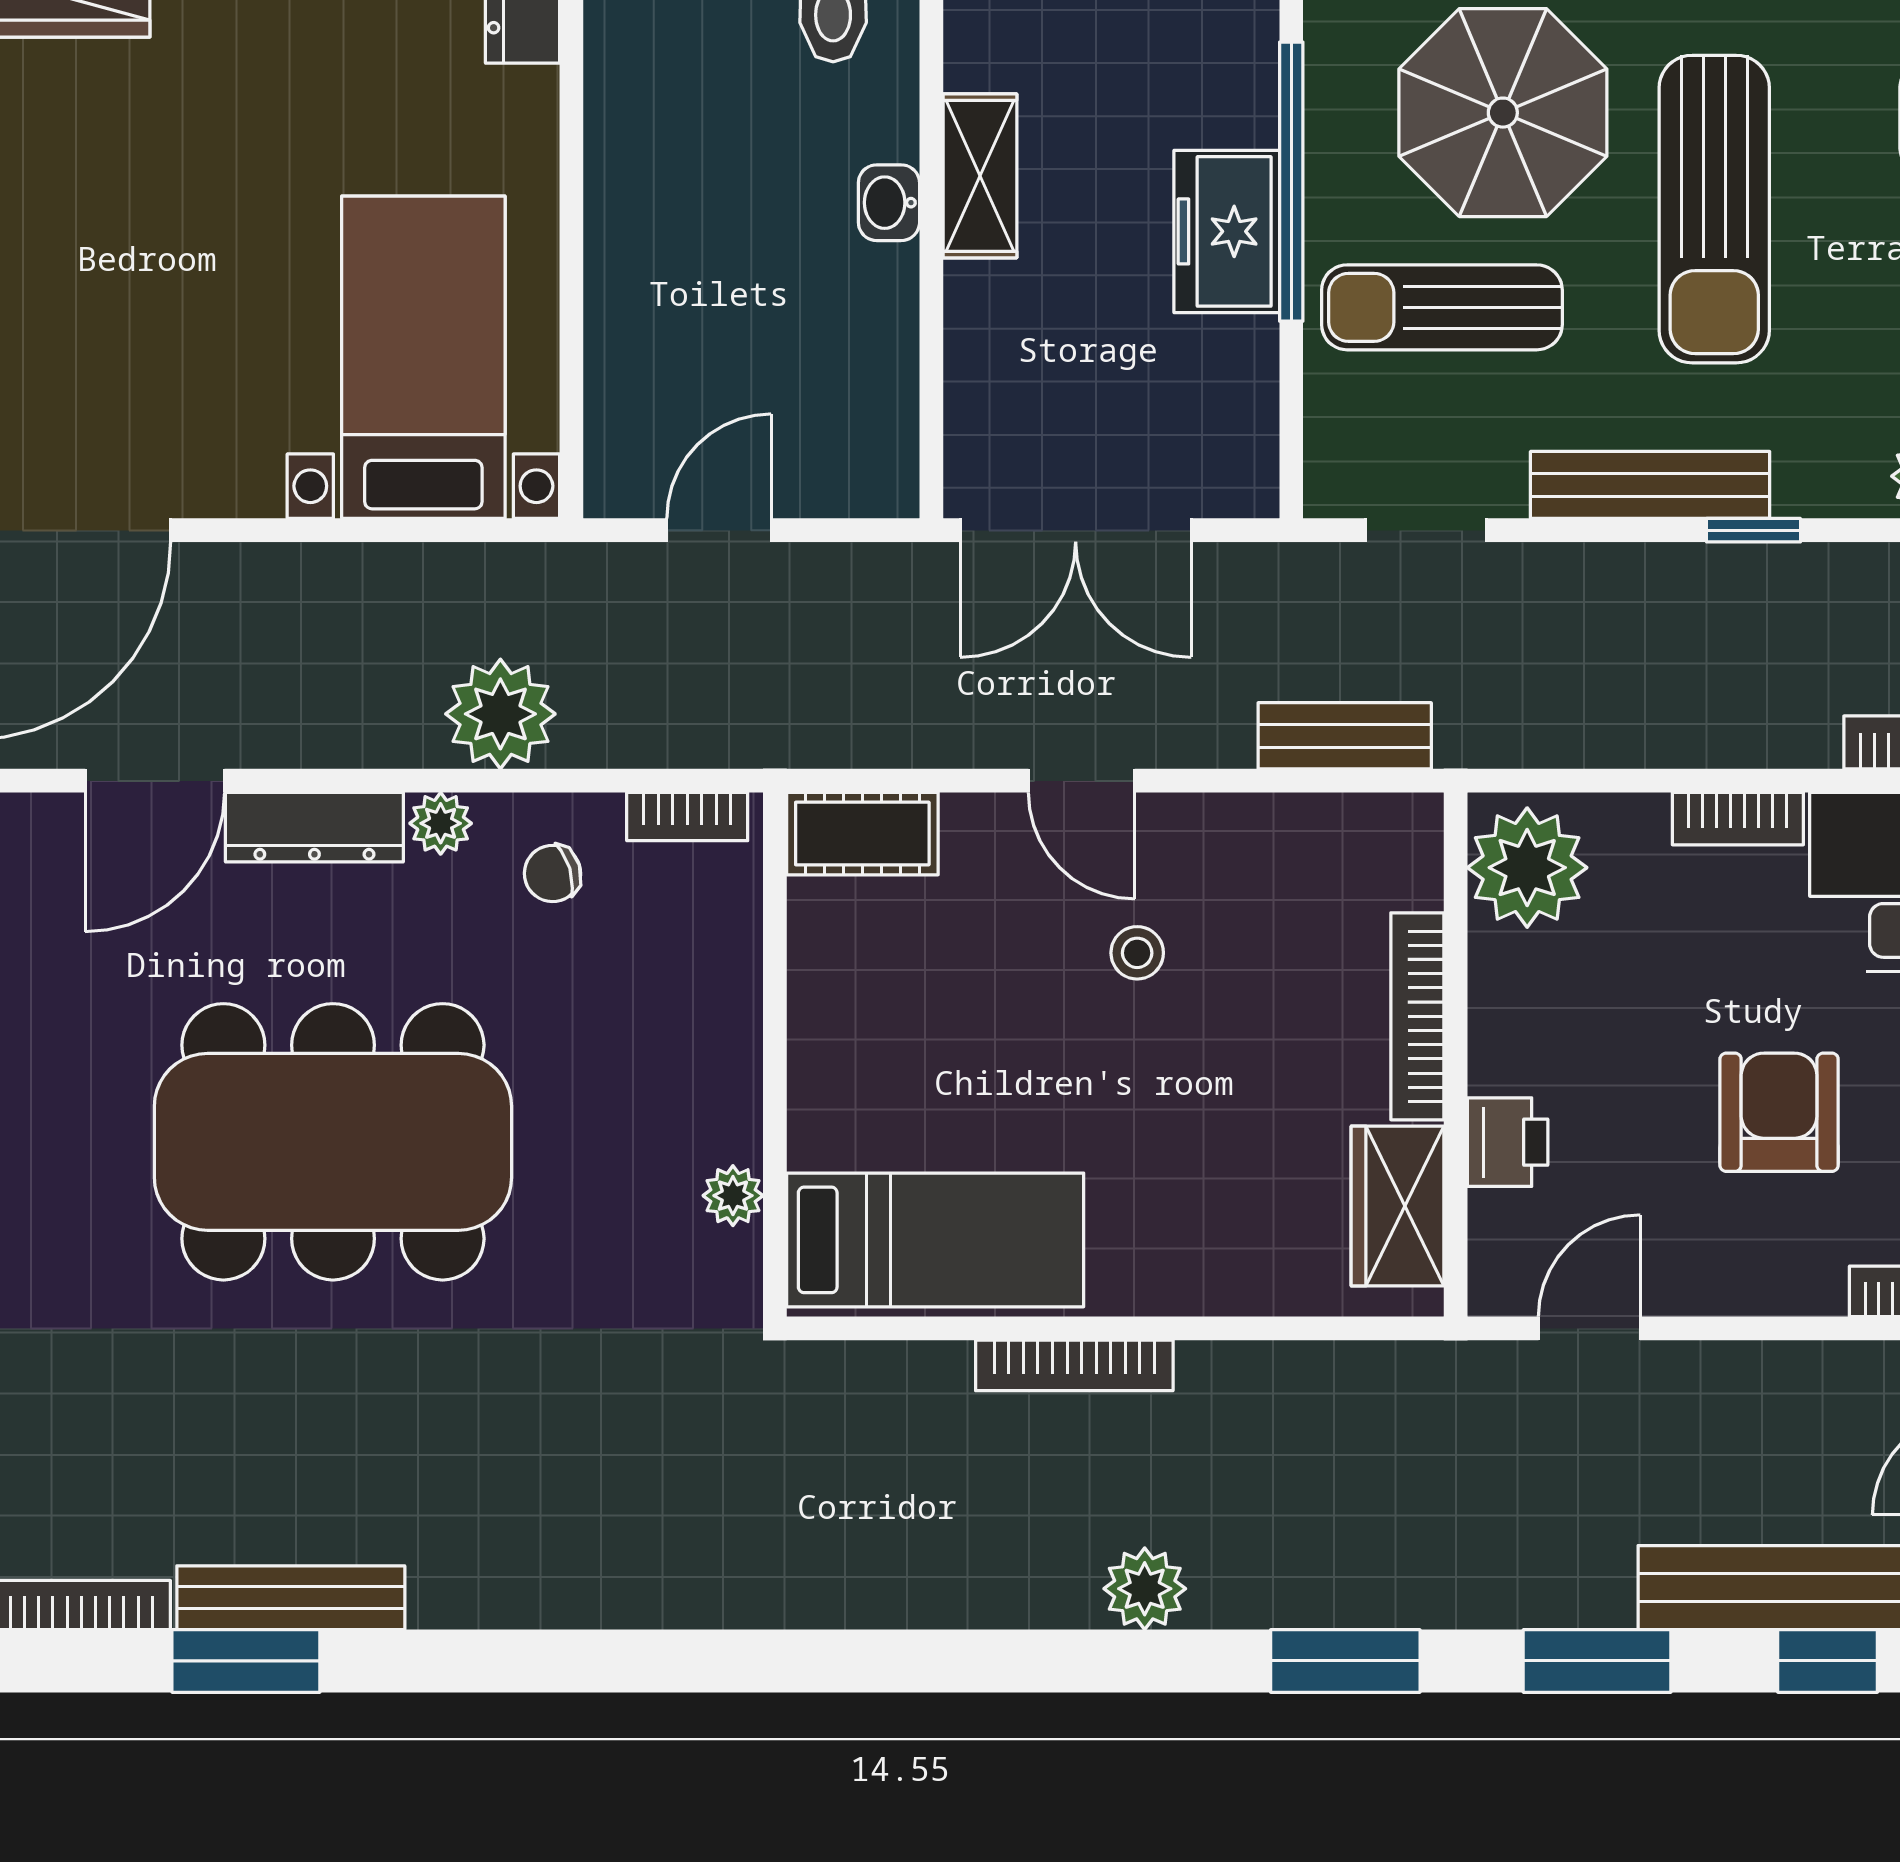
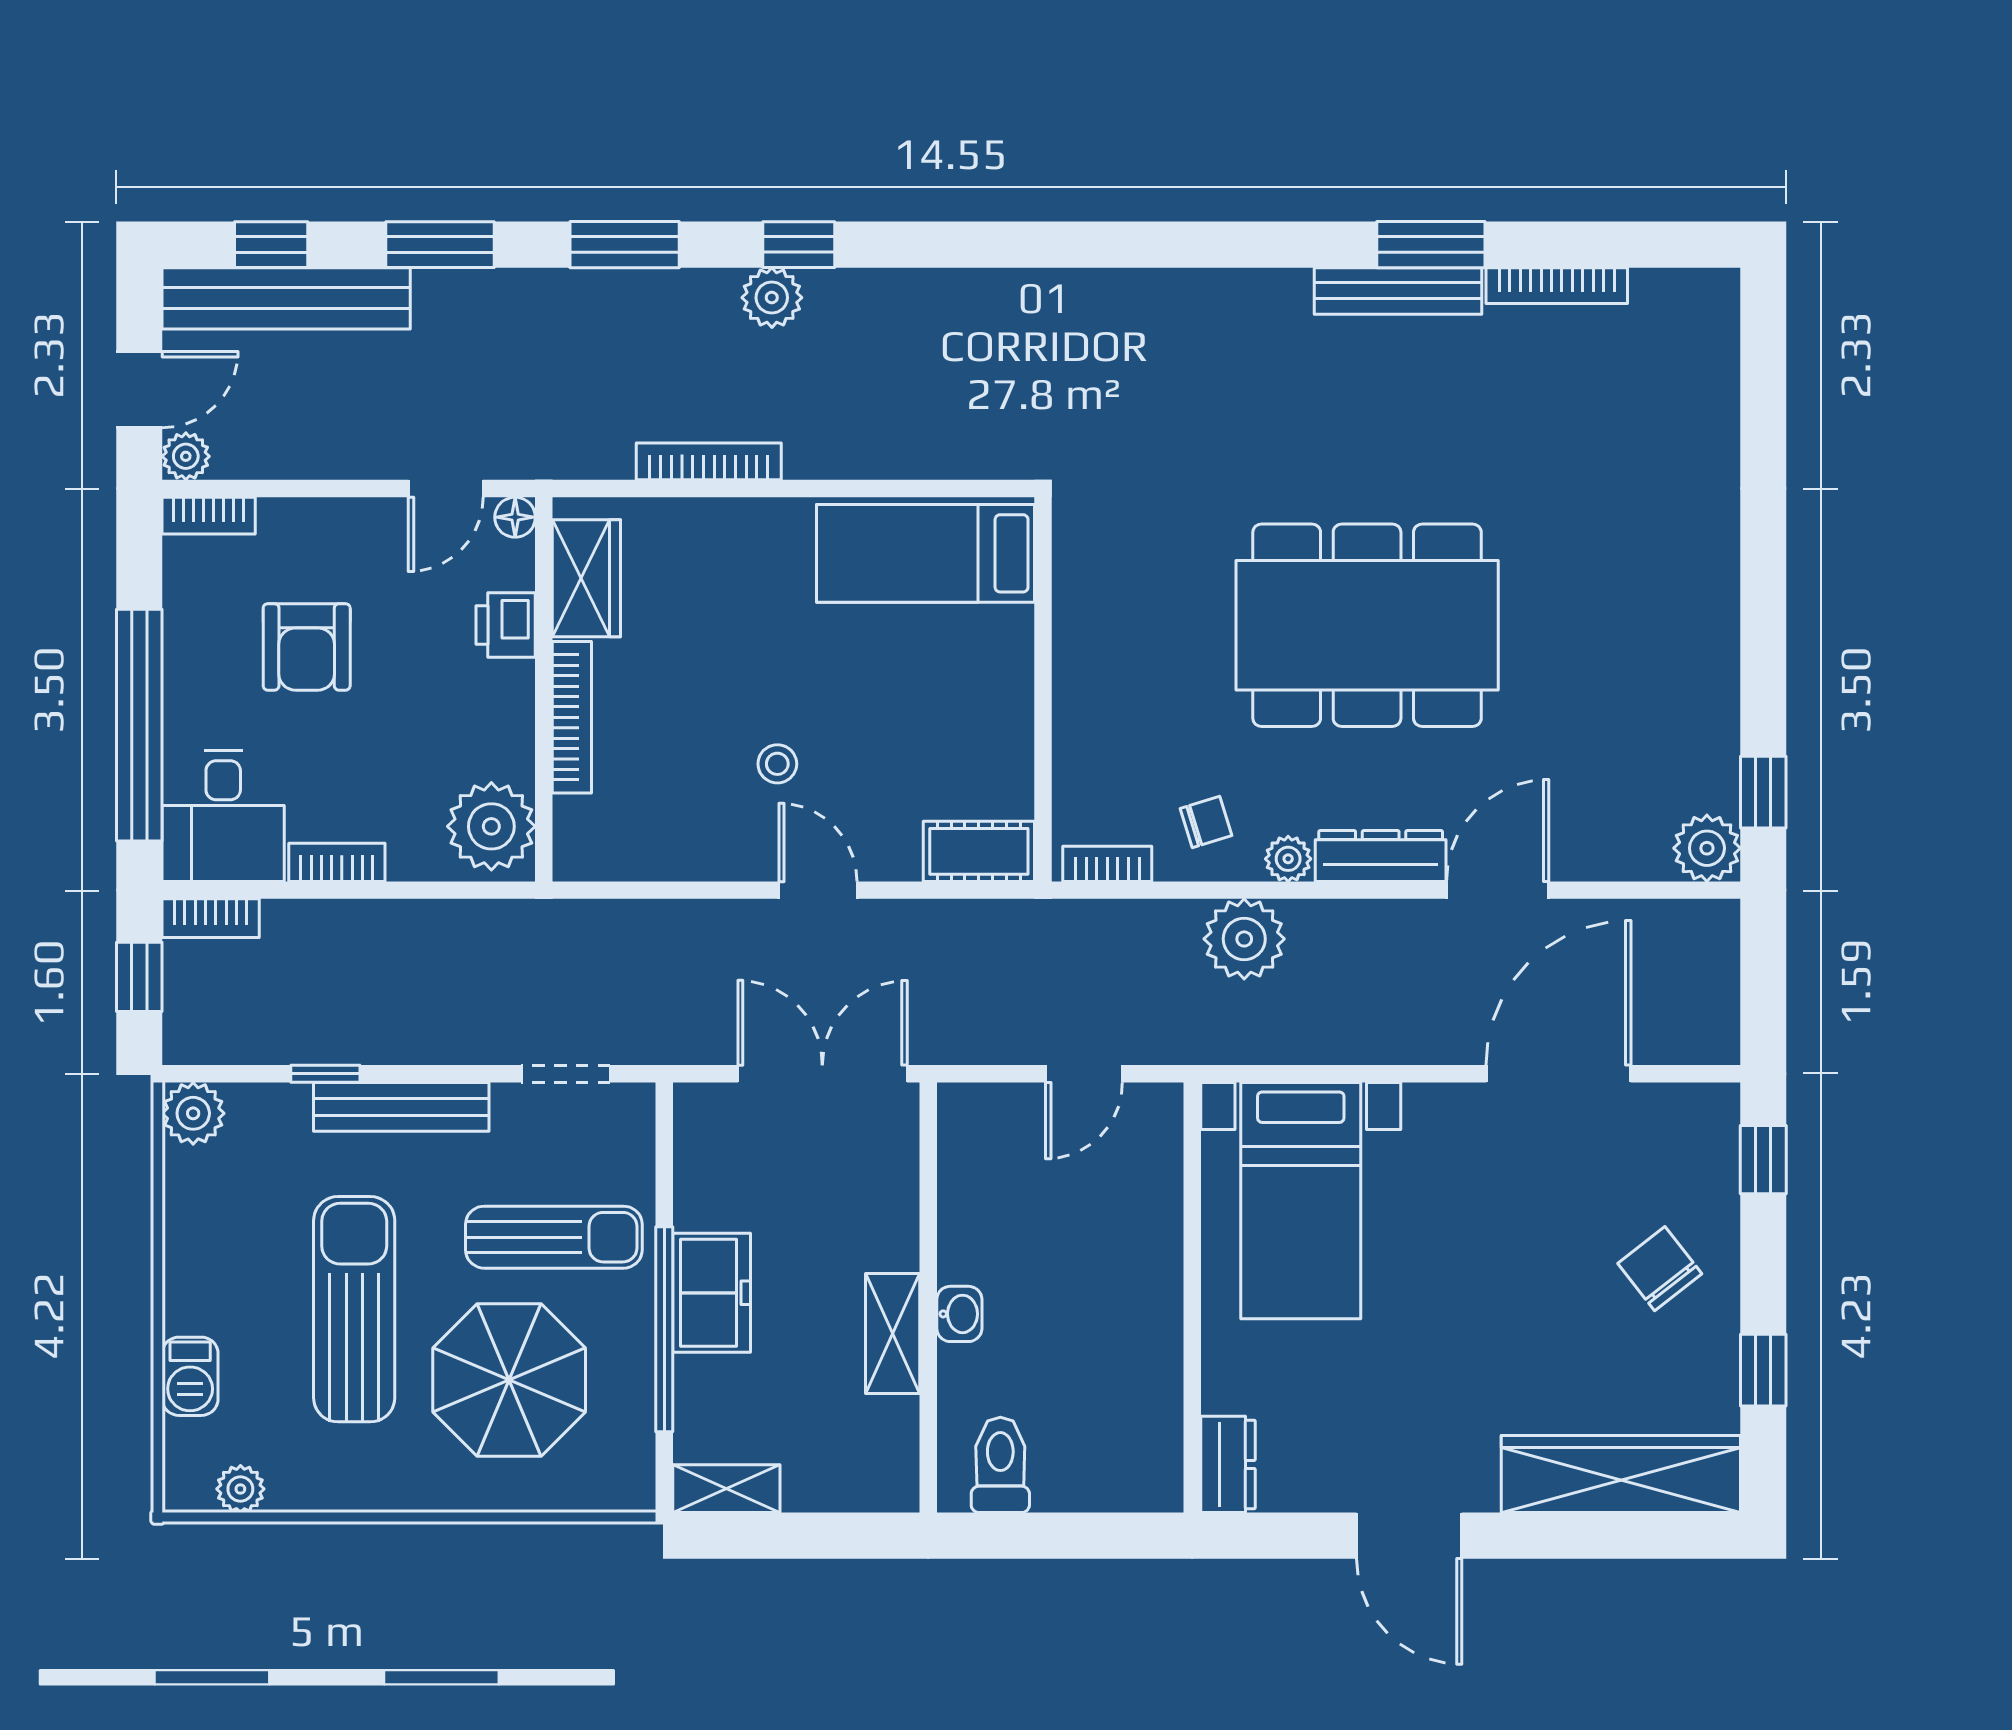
bench: (1345, 736) -> (625, 923), removed
plant: (733, 1196) -> (1074, 586), removed
floor lamp: (1495, 1289) -> (515, 517), added
bookcase: (1074, 1365) -> (709, 461), moved
window: (1108, 1661) -> (799, 245), added

